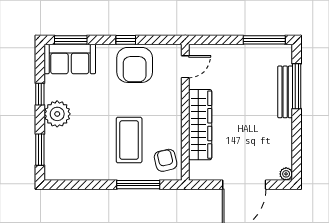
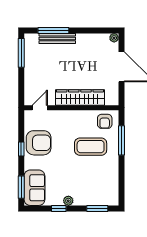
door: (185, 67) -> (40, 108), hinge flipped
plant: (57, 114) -> (68, 201), width x0.53, depth x0.53
armchair: (166, 160) -> (105, 121), turned -77

